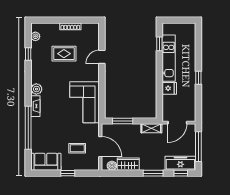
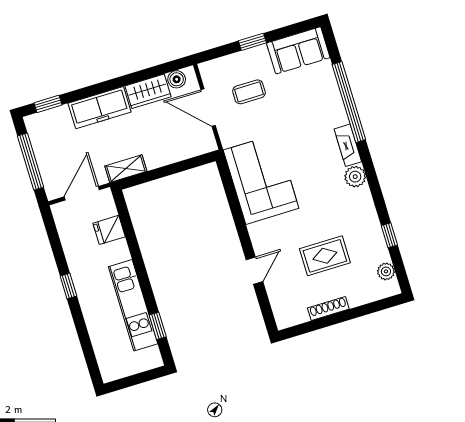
fridge: (169, 88) -> (109, 230), moved
window: (123, 121) -> (182, 166), removed
freezer: (180, 163) -> (100, 108), moved
window: (153, 173) -> (98, 89), removed

